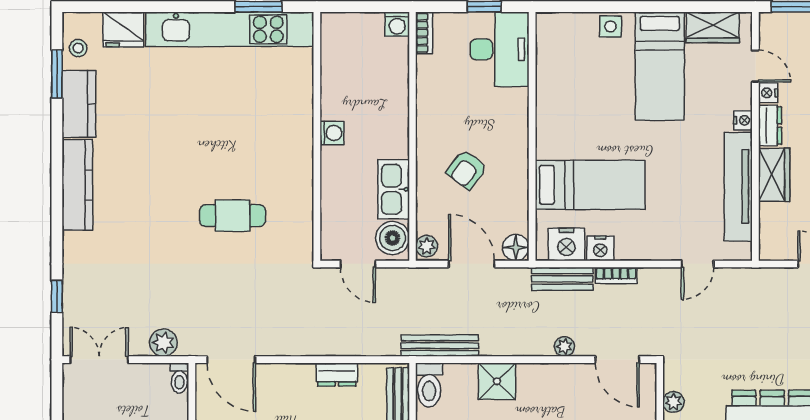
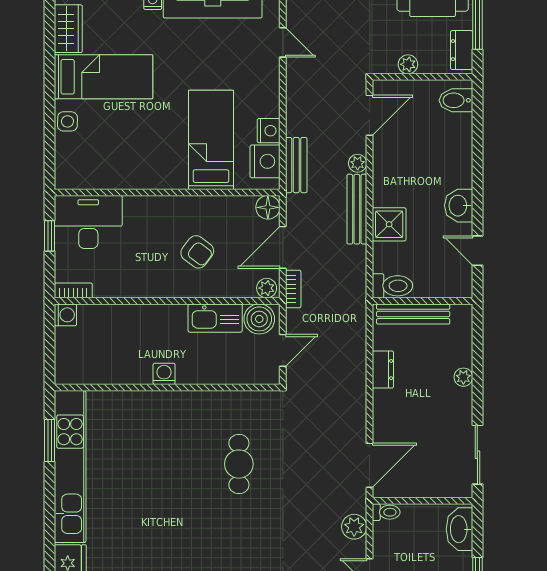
bookcase: (616, 276) -> (293, 289), moved
bench: (440, 346) -> (357, 209), moved

